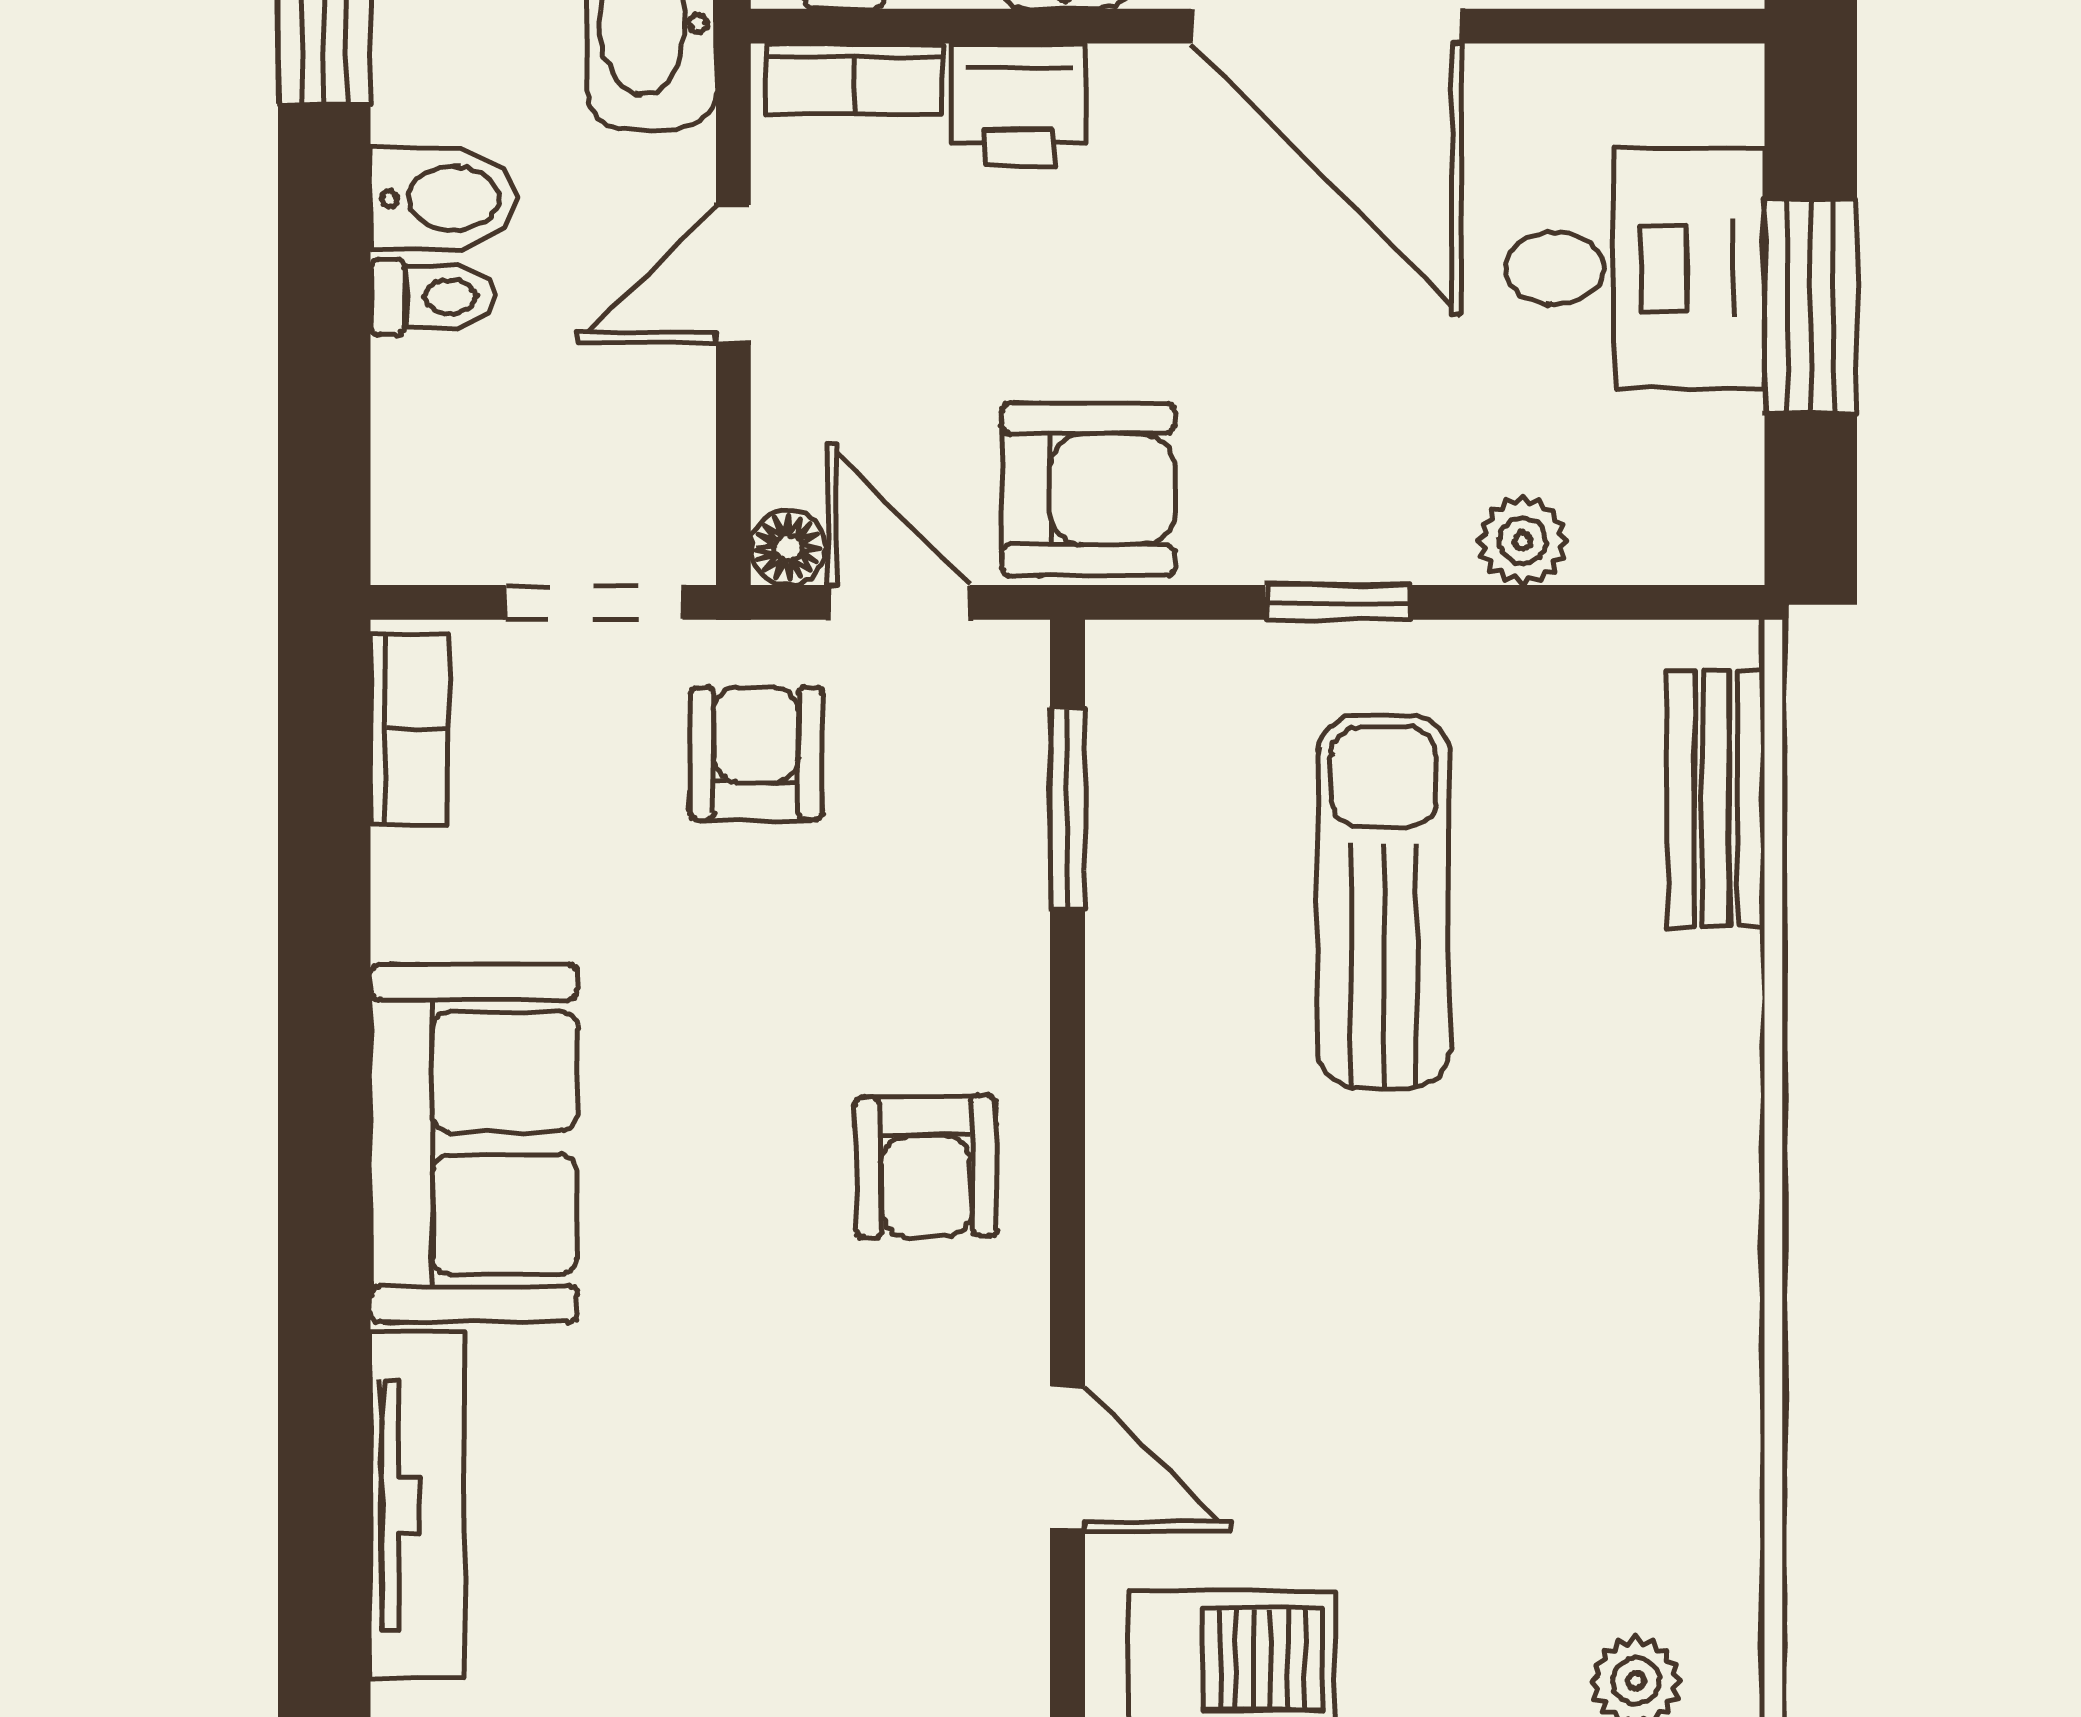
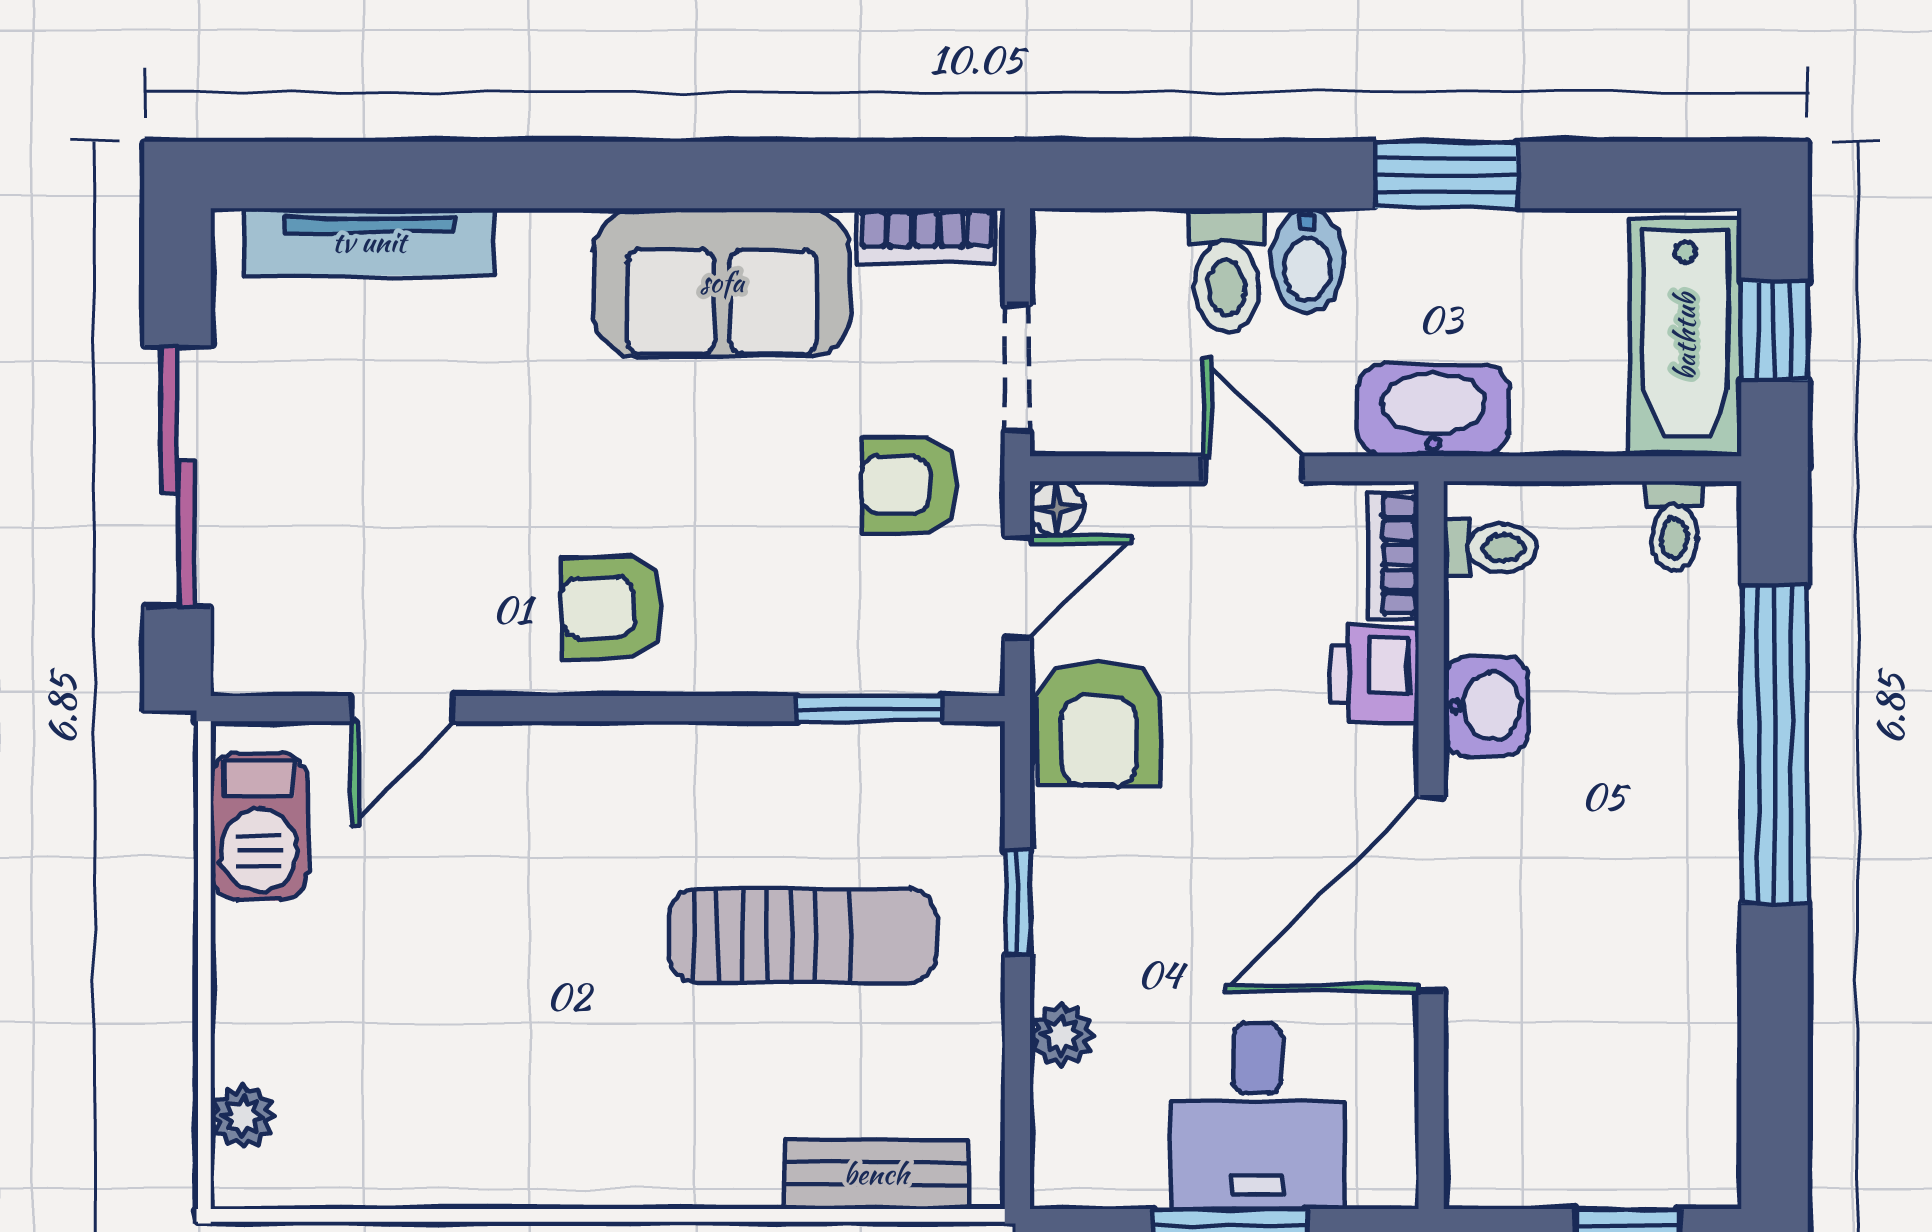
toilet: (433, 297) -> (1227, 270), width x1.37, depth x1.39
armchair: (756, 753) -> (909, 485), turned 180
sofa: (474, 1143) -> (722, 282), moved

